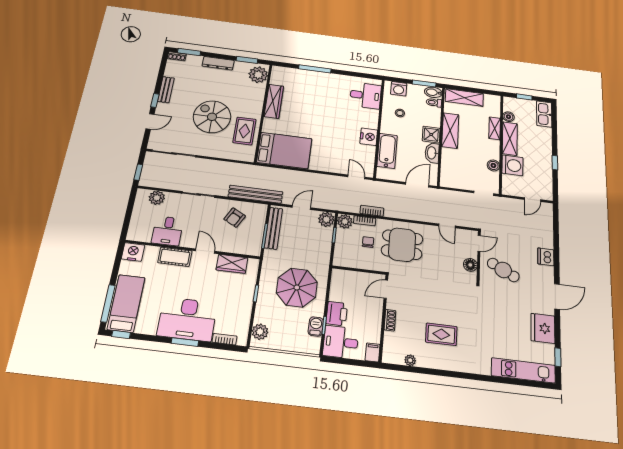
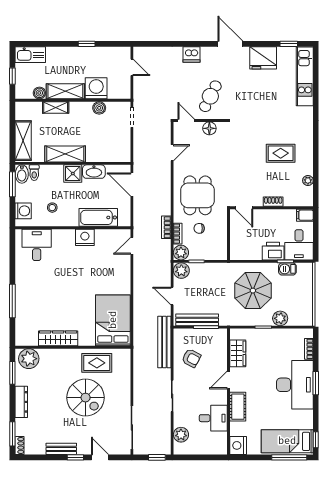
spiral stairs: (212, 117) -> (86, 398), turned -90
plant: (260, 332) -> (280, 318), moved
rug: (441, 334) -> (281, 153), turned 90

